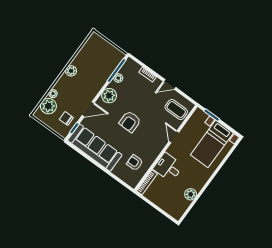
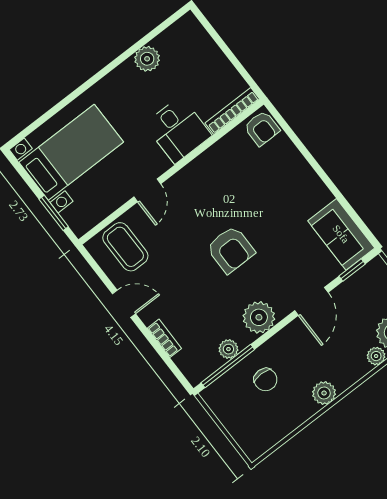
door: (88, 109) -> (311, 301), swing flipped
chair: (66, 118) -> (265, 380), moved
armchair: (130, 122) -> (231, 250), turned 90
sofa: (95, 148) -> (341, 234), width x0.54, depth x0.79
armchair: (135, 163) -> (262, 128), moved

